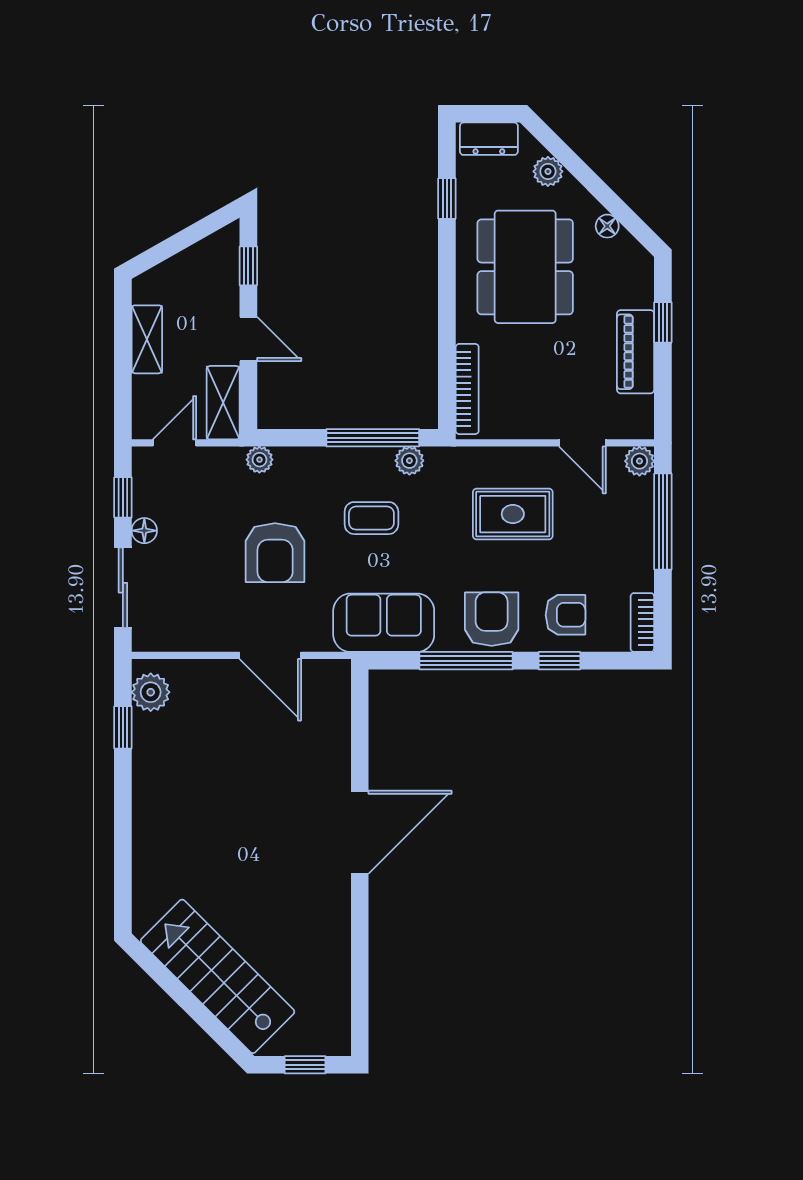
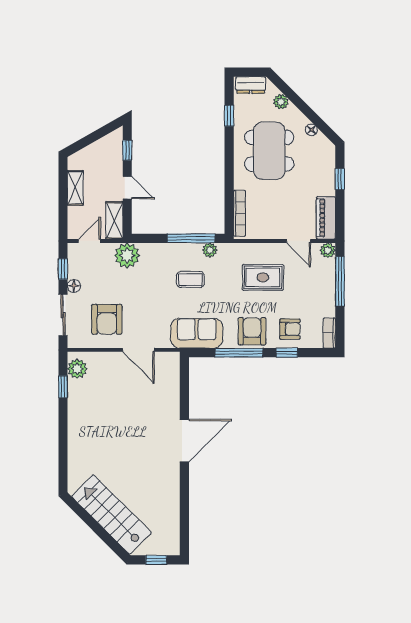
piano: (636, 352) -> (326, 218), moved
plant: (259, 460) -> (127, 255), width x1.88, depth x1.88
armchair: (275, 553) -> (107, 319), moved

